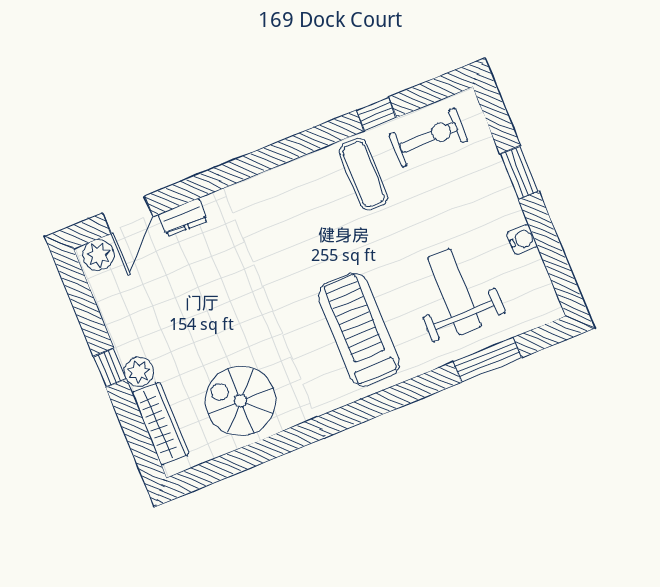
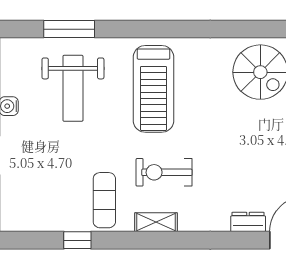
exercise bike: (429, 137) -> (164, 172), moved
shelving: (292, 173) -> (156, 222), added

